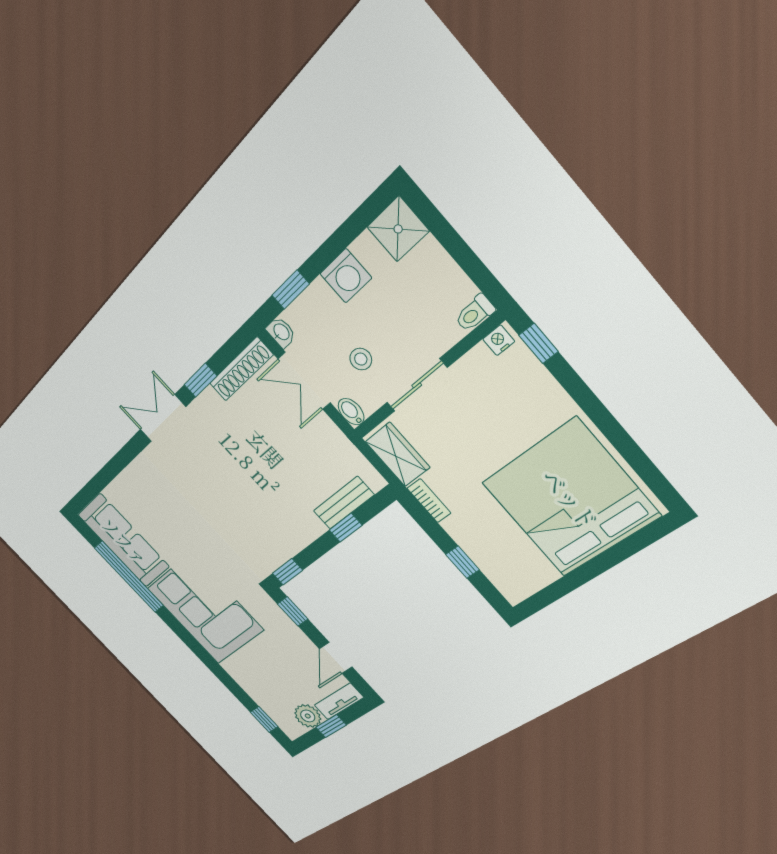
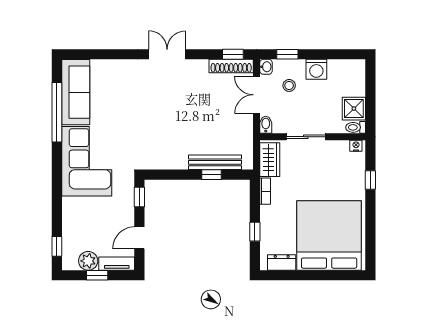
shower: (398, 229) -> (354, 109), moved
window: (539, 343) -> (370, 180), moved
stool: (361, 359) -> (289, 85), moved
window: (200, 380) -> (233, 54), moved
bench: (344, 503) -> (215, 162), width x1.36
window: (287, 572) -> (158, 175), removed
dresser: (534, 579) -> (282, 262), added

